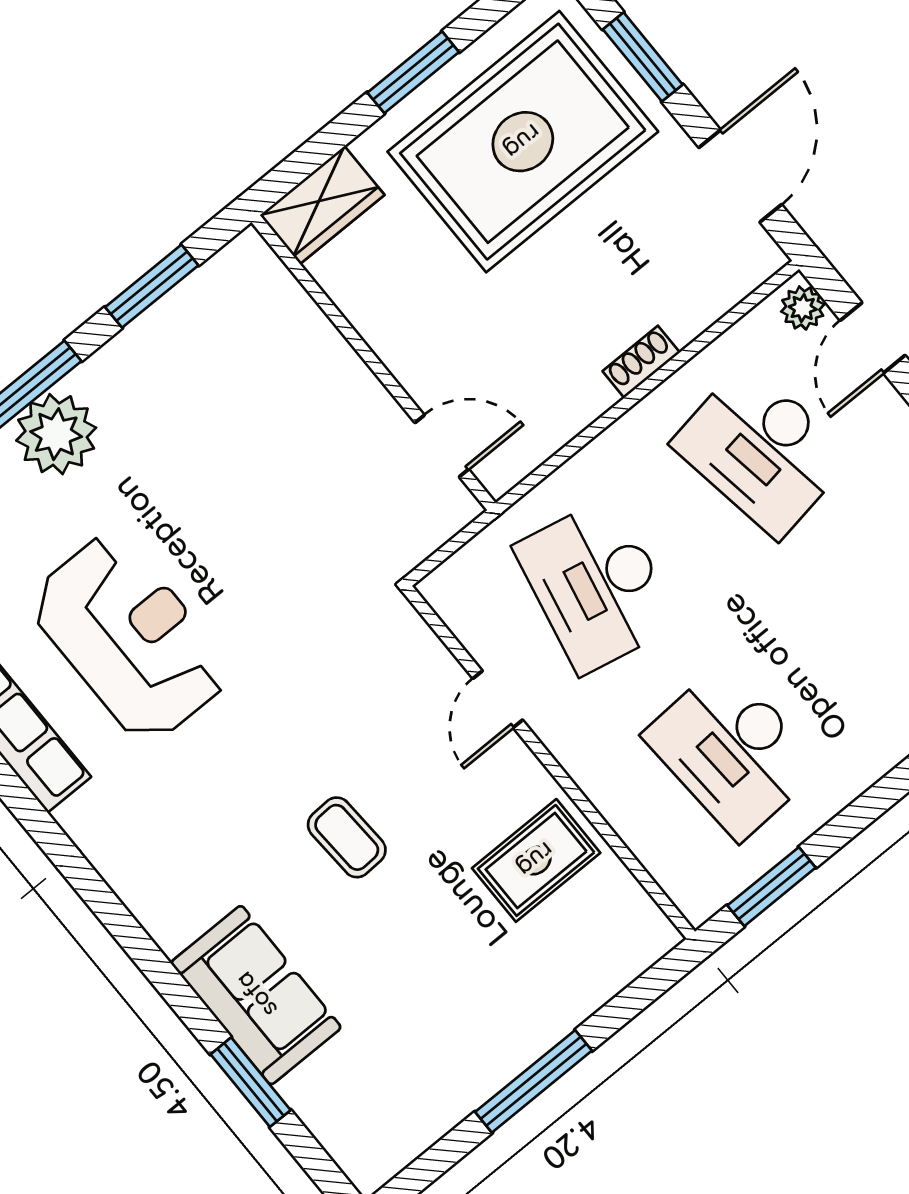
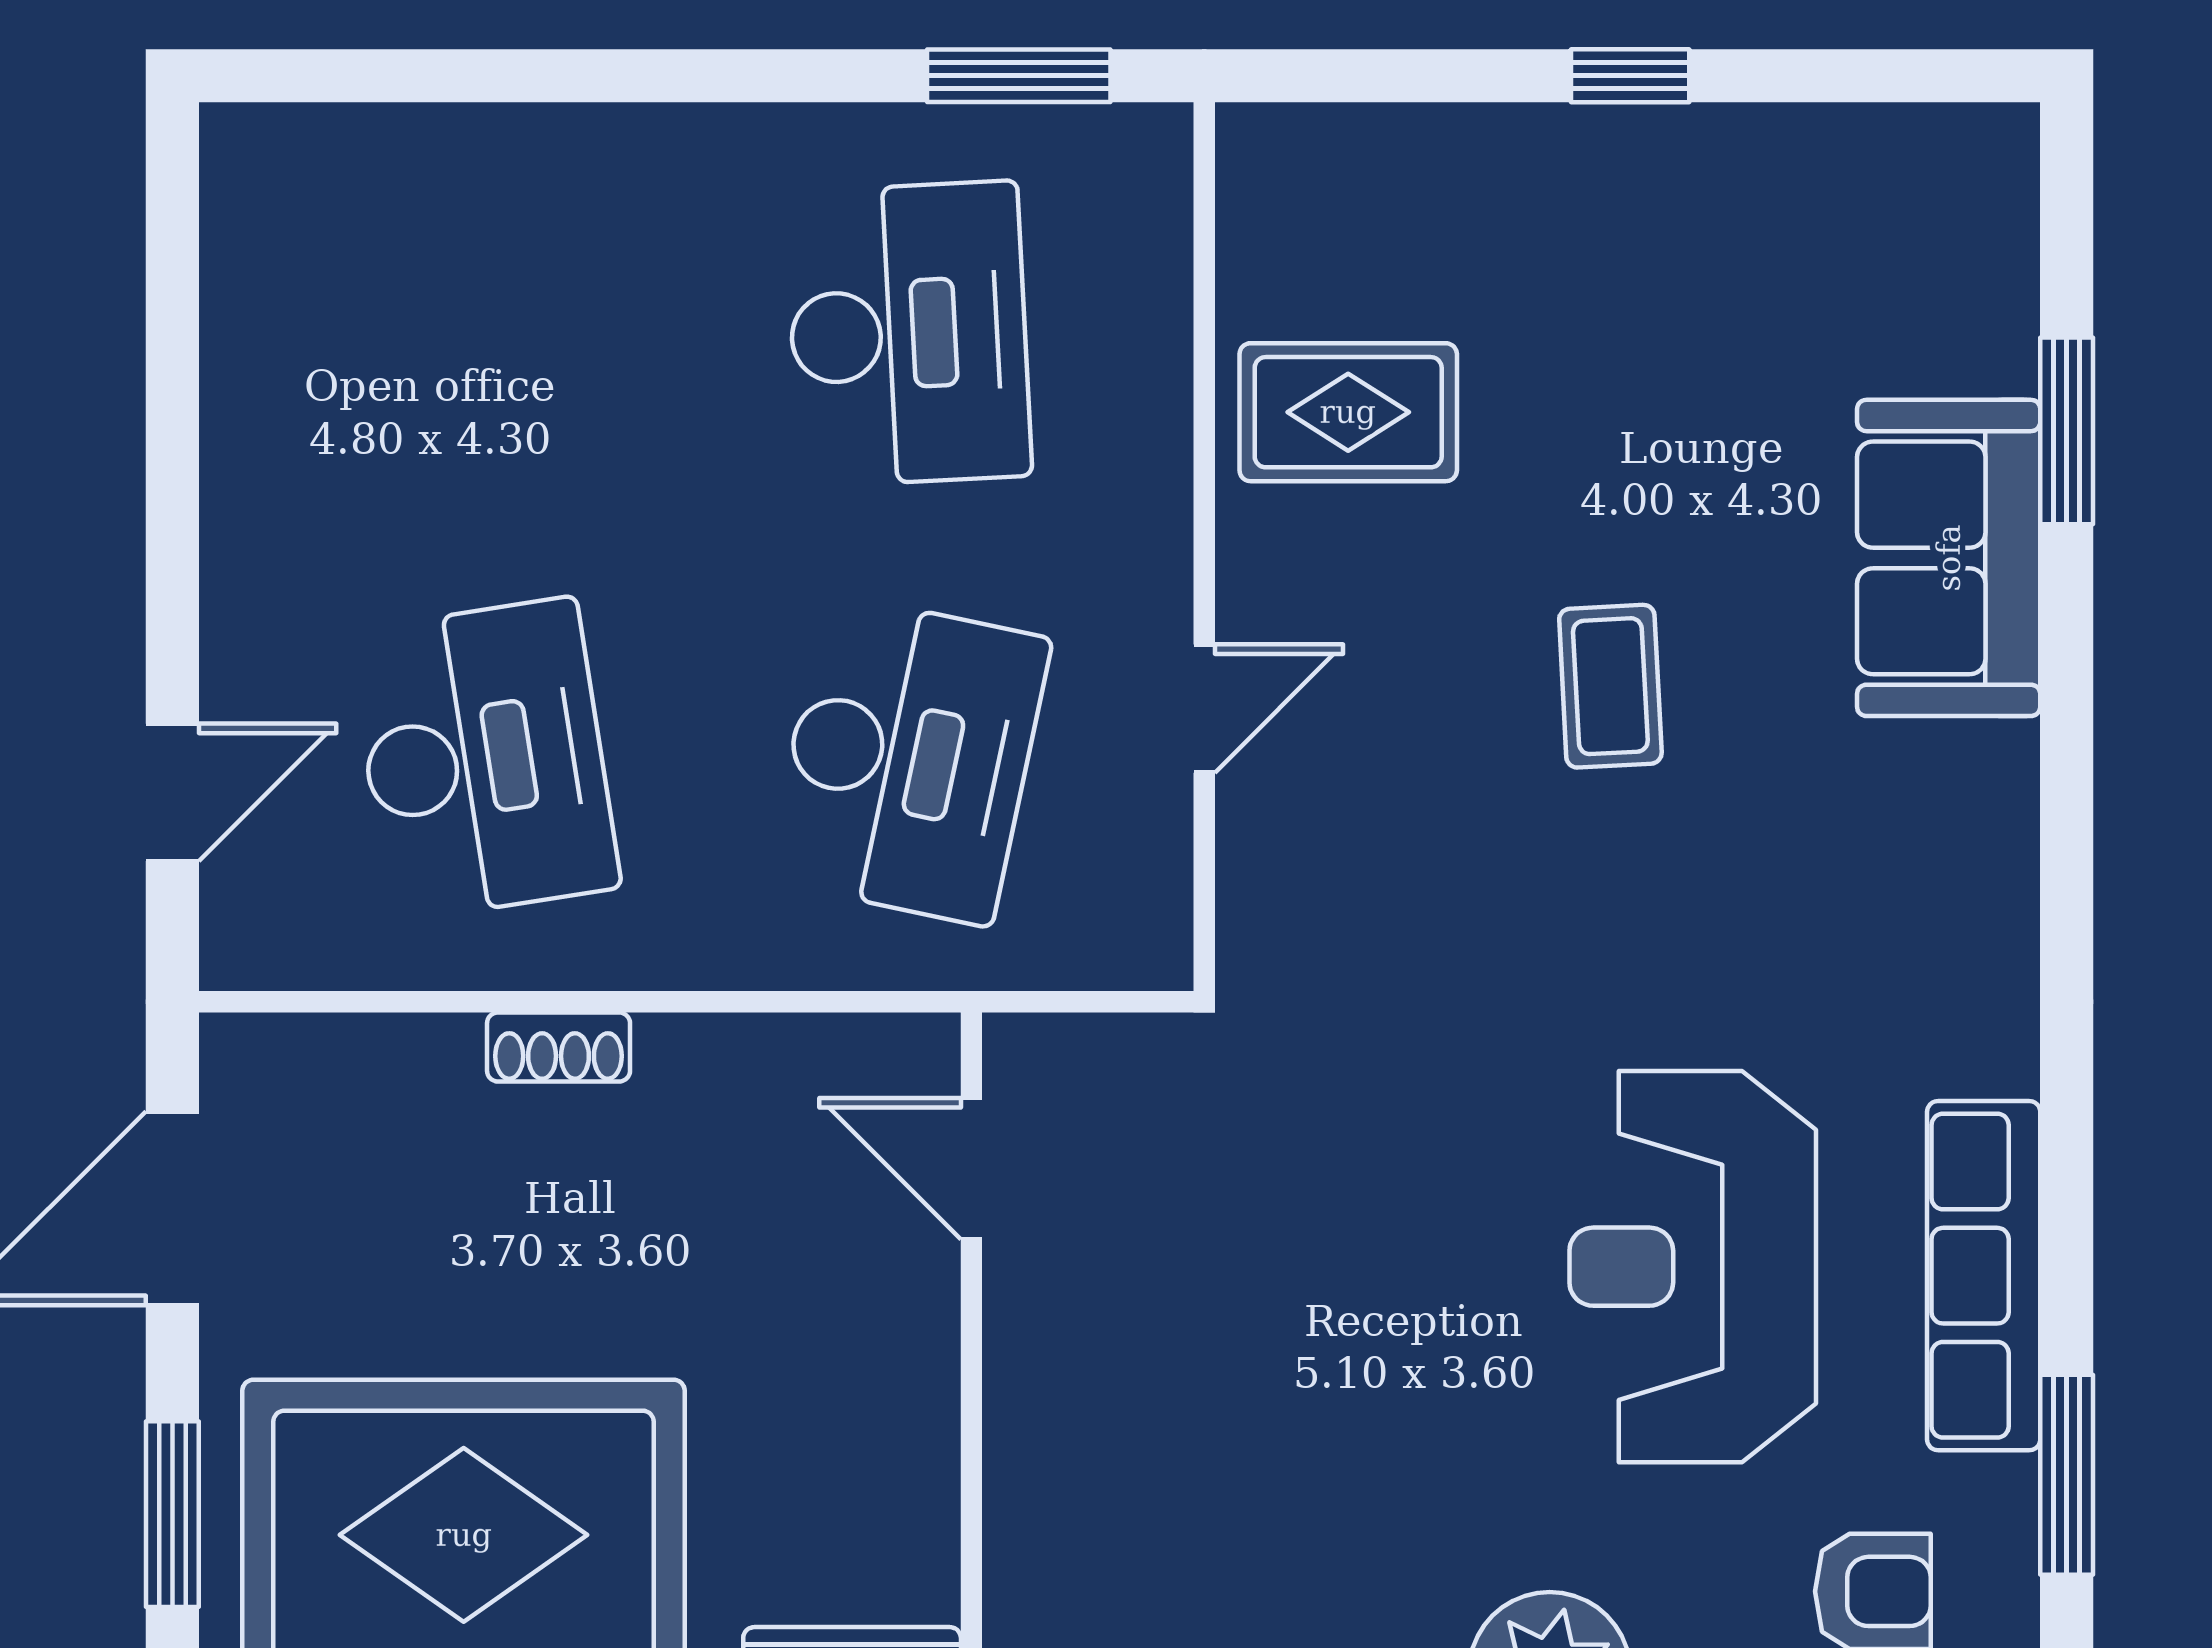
plant: (803, 308) -> (242, 926), removed
window: (534, 1081) -> (1630, 76), width x0.46

